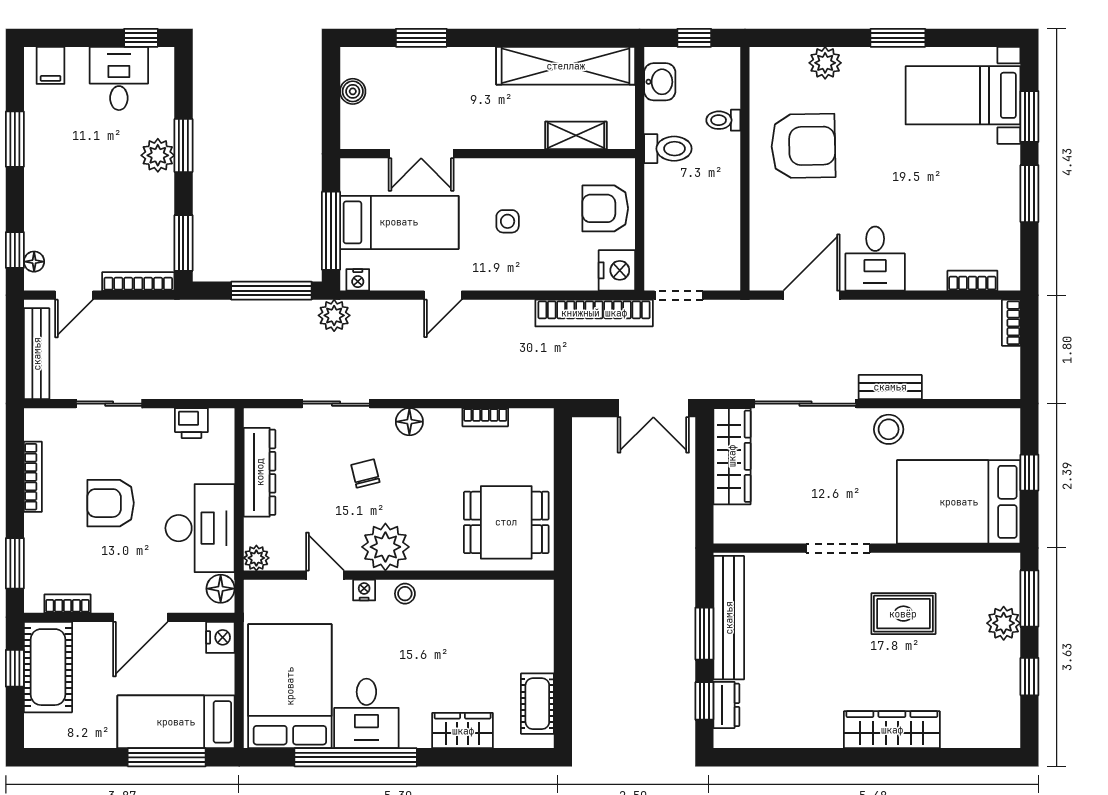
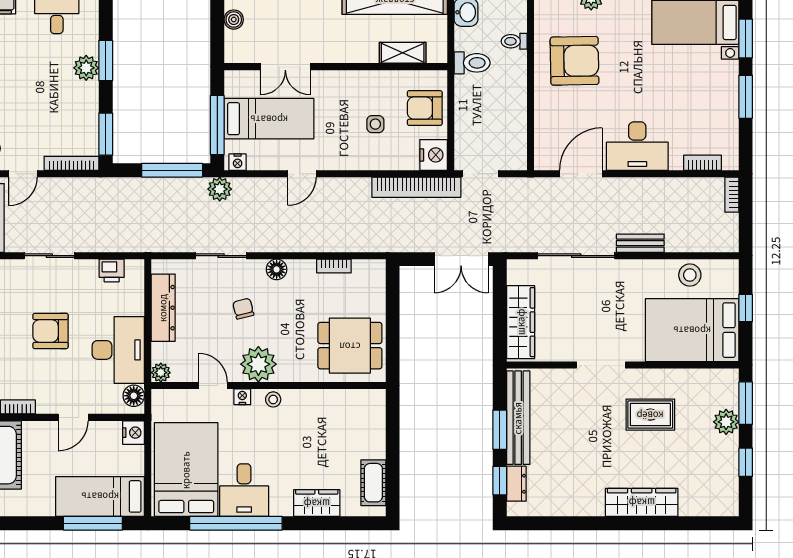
side table: (508, 221) -> (375, 124), moved
desk: (875, 259) -> (637, 146), width x1.37
stool: (889, 429) -> (690, 275), moved
wardrobe: (732, 456) -> (521, 322), moved
door: (140, 617) -> (73, 417), width x0.73

